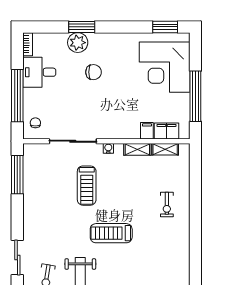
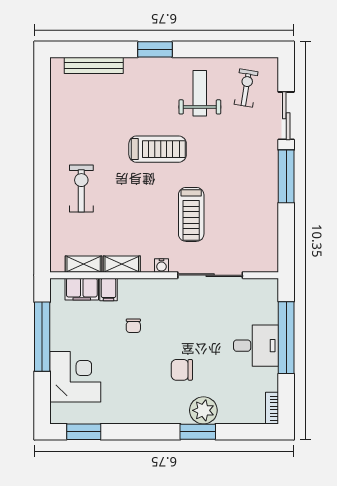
corner desk: (165, 67) -> (75, 377), width x0.74, depth x0.74
desk: (39, 72) -> (256, 346), moved
chair: (35, 123) -> (133, 326), moved
window: (17, 175) -> (286, 176), moved
treadmill: (87, 186) -> (191, 214), turned 180
exercise bike: (167, 204) -> (81, 189), width x1.38, depth x1.39

